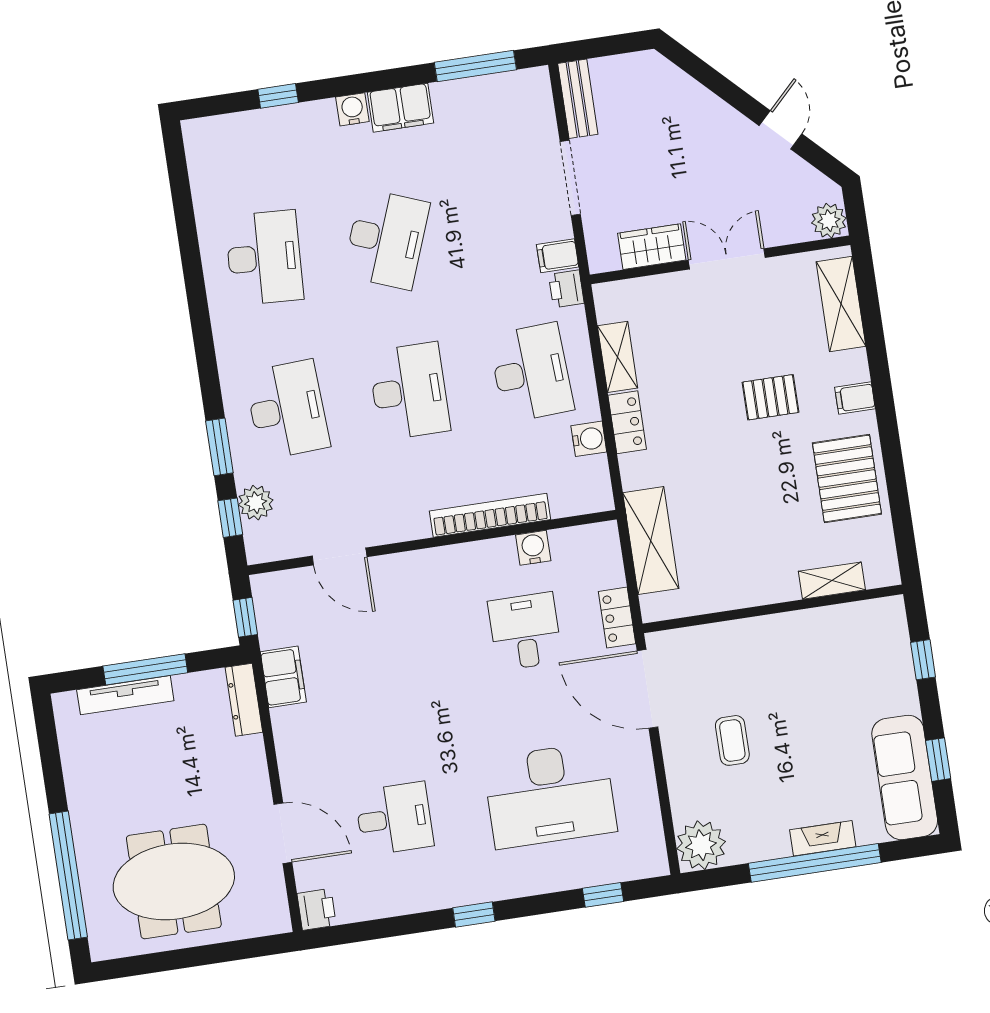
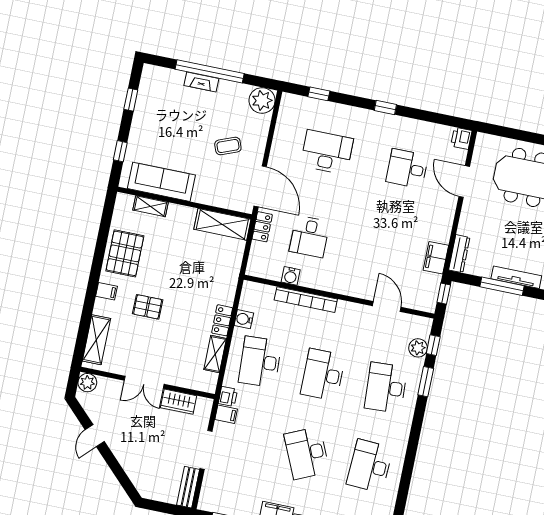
desk: (386, 239) -> (307, 453), turned -45
shelving: (651, 541) -> (222, 224), moved, turned 90
coffee table: (732, 740) -> (228, 146), turned 69
sofa: (905, 777) -> (161, 182), moved, turned -90
desk: (550, 795) -> (327, 152), width x0.73, depth x0.77

